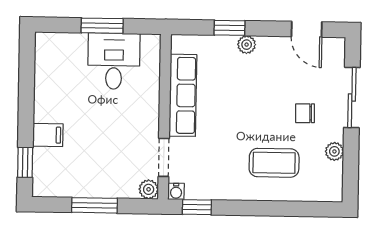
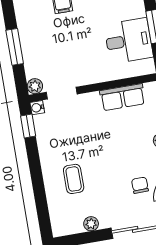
row of seats: (183, 95) -> (122, 97), width x0.68
chair: (305, 113) -> (140, 185), moved
coffee table: (274, 163) -> (74, 179), width x0.73, depth x0.77

